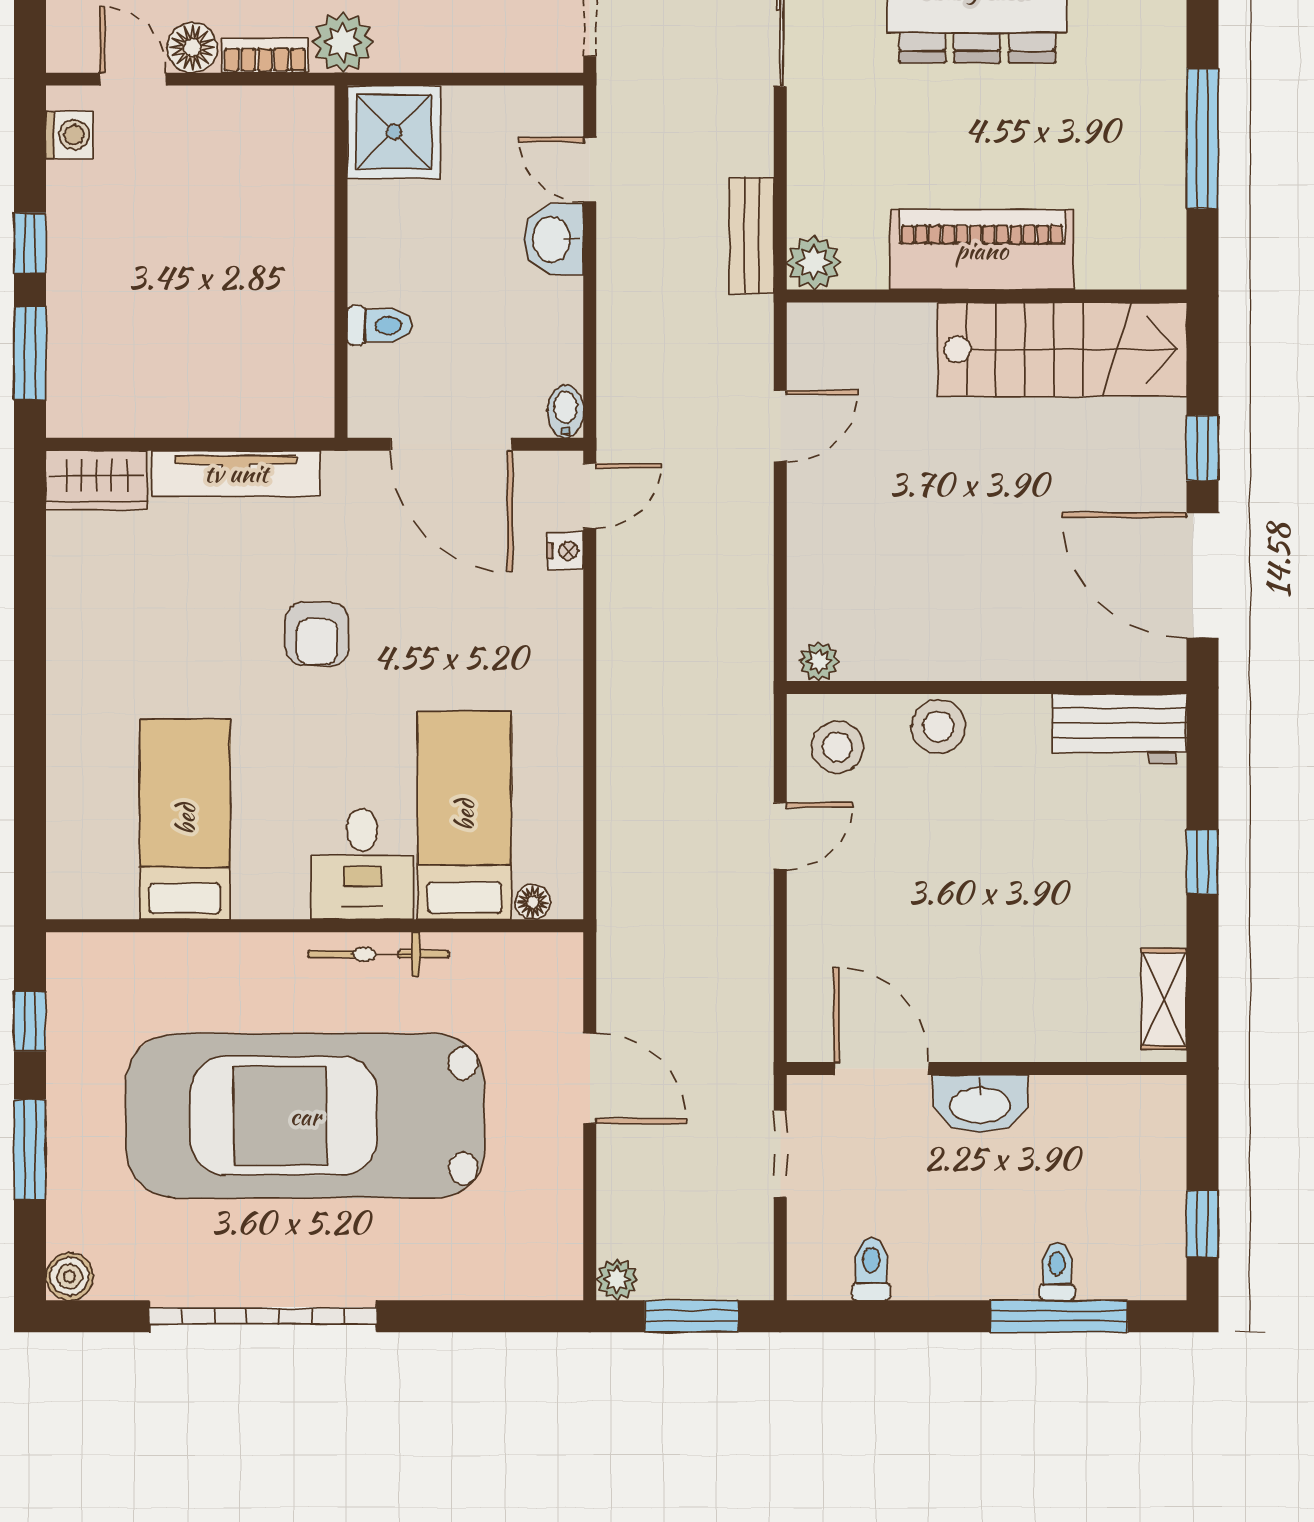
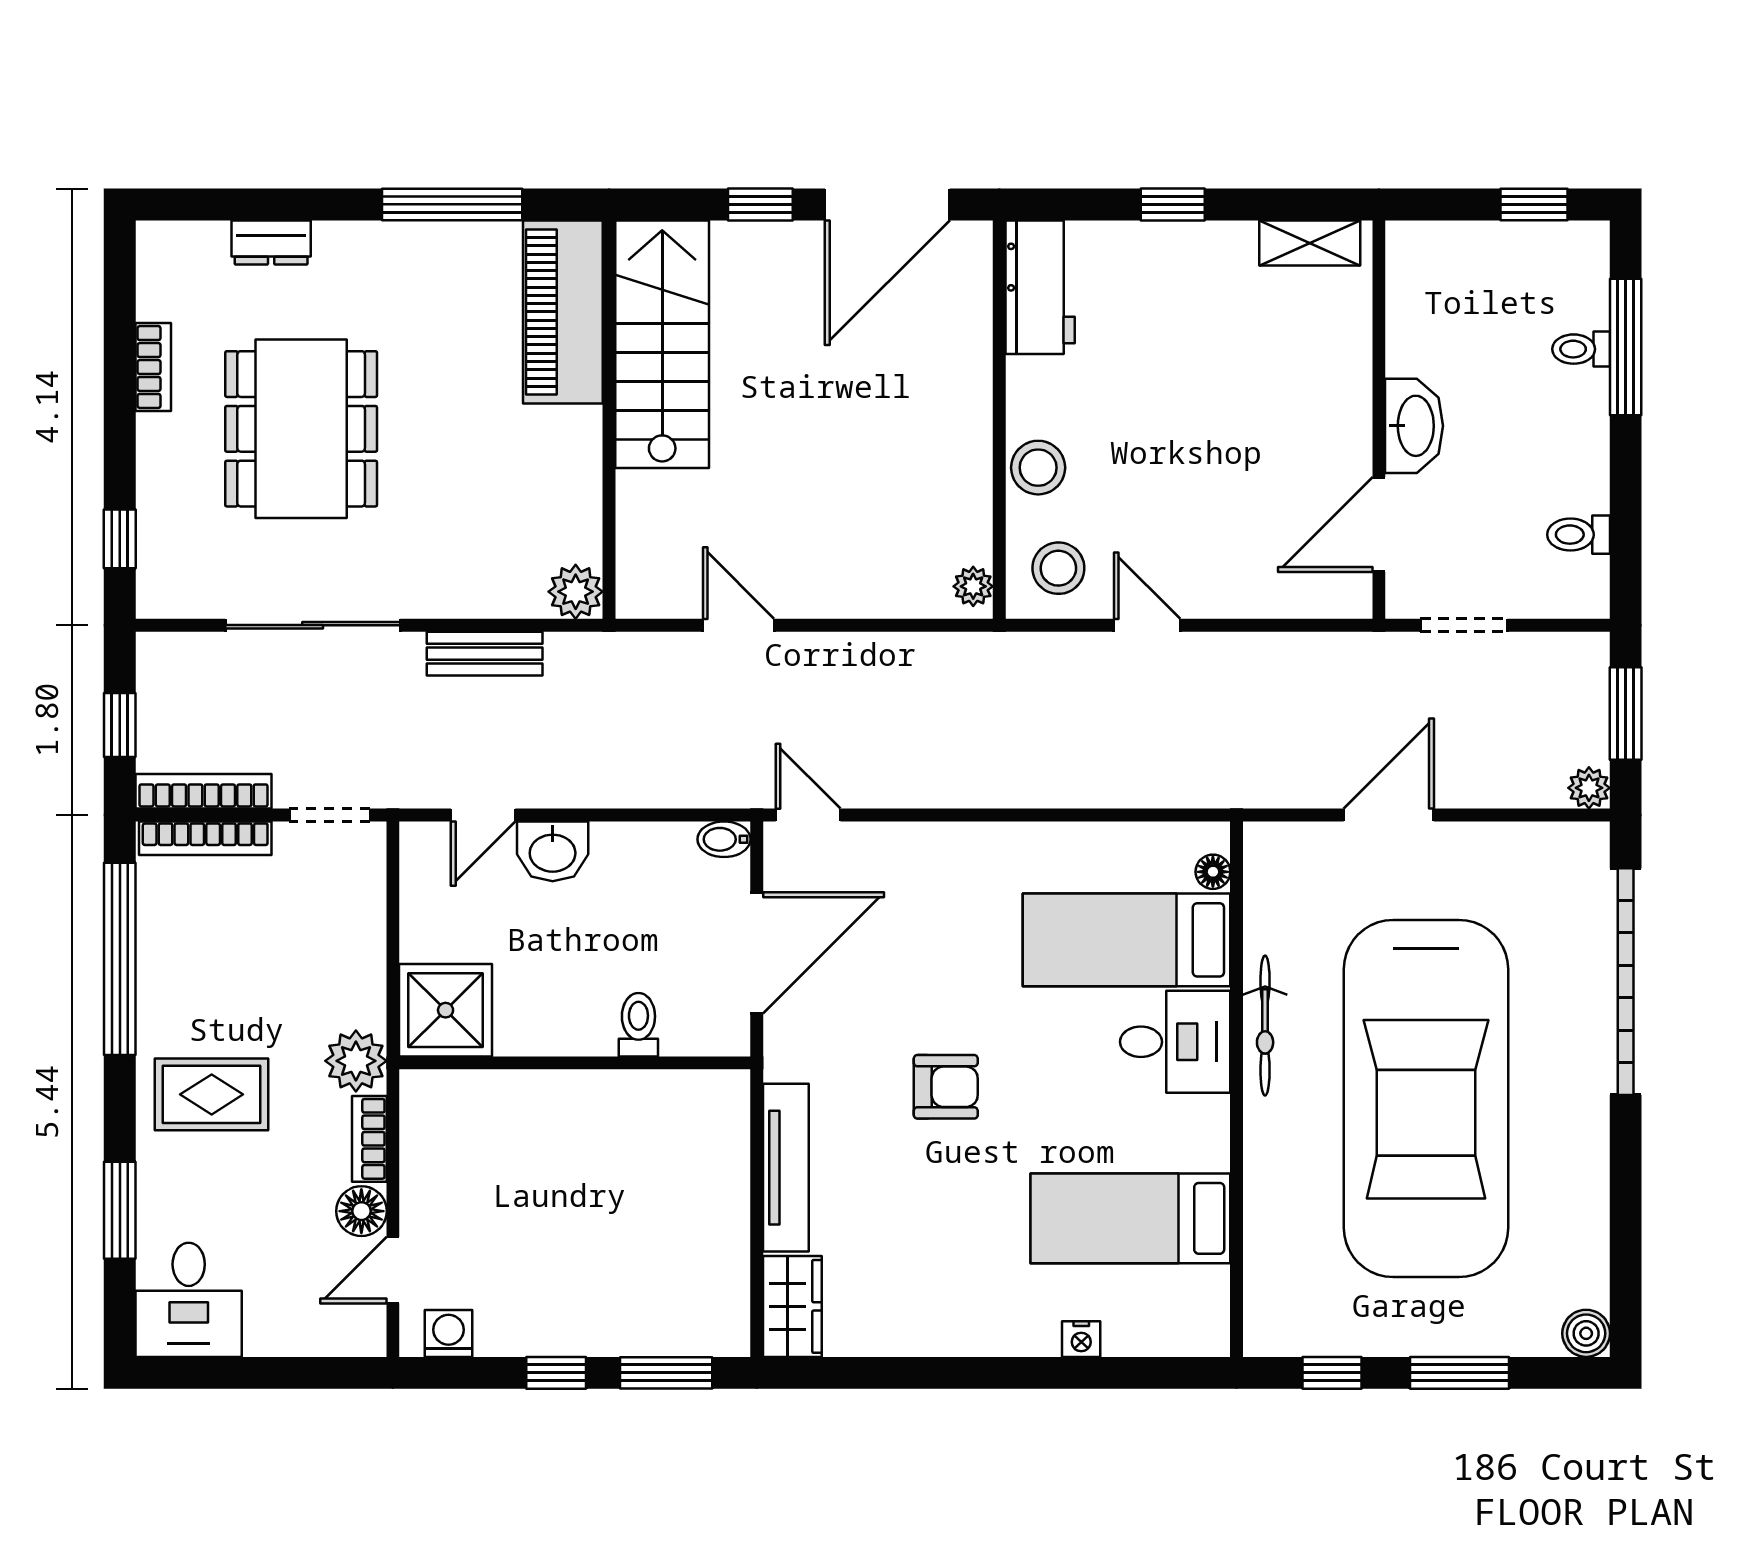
bench: (752, 236) -> (485, 654), moved
piano: (982, 250) -> (563, 312), moved
nightstand: (565, 551) -> (1081, 1339), moved, turned 180
garage door: (263, 1316) -> (1626, 982), moved

